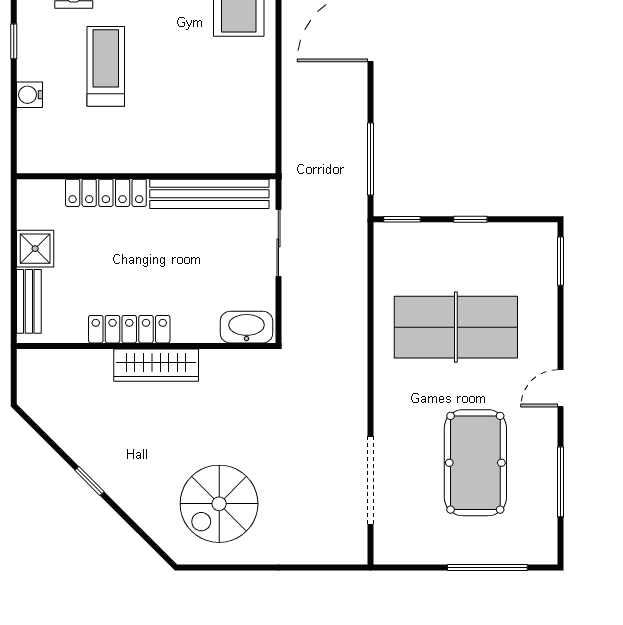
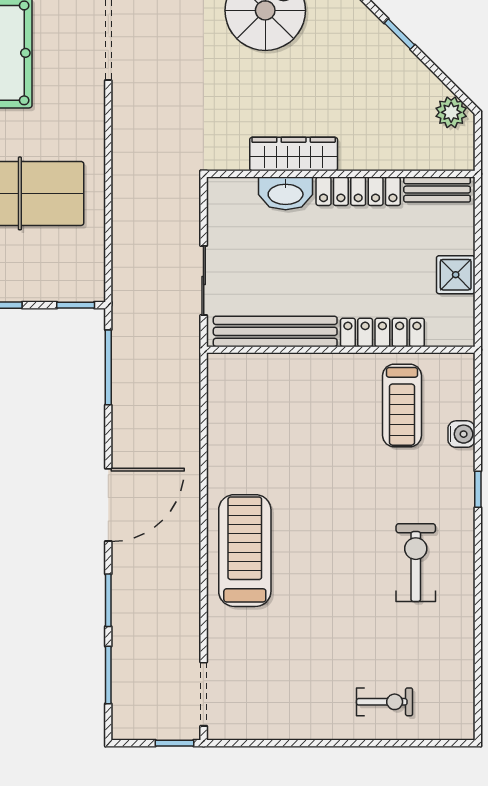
treadmill: (106, 66) -> (402, 405), moved
bench: (29, 301) -> (437, 190), moved, turned 90
washbasin: (246, 327) -> (286, 193), moved
wardrobe: (156, 365) -> (294, 154), moved
plant: (39, 405) -> (451, 112), added

